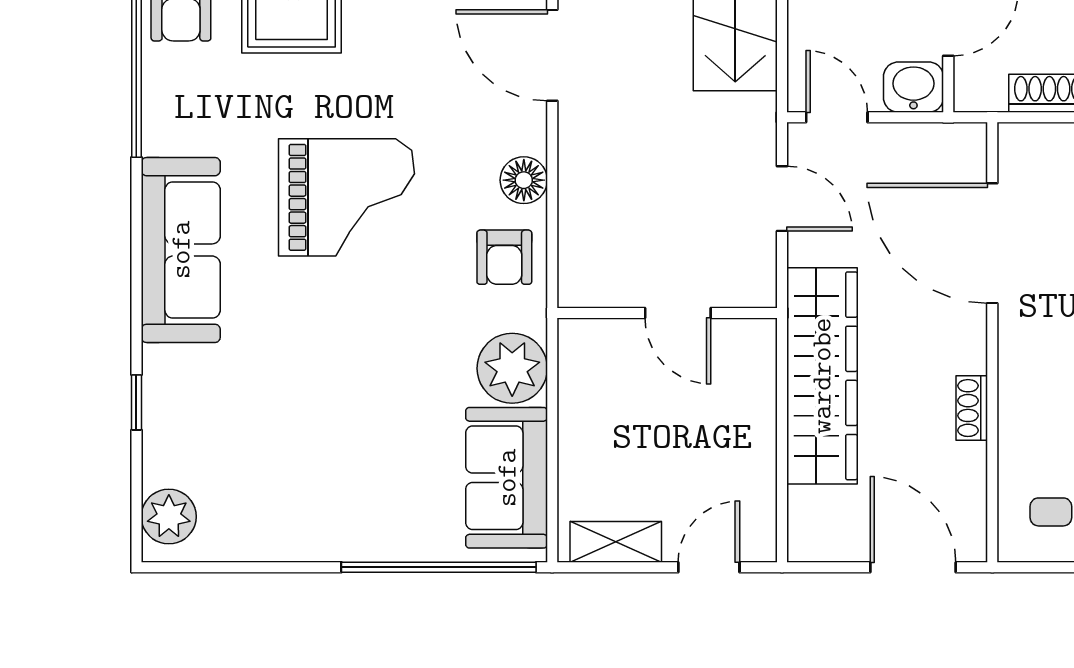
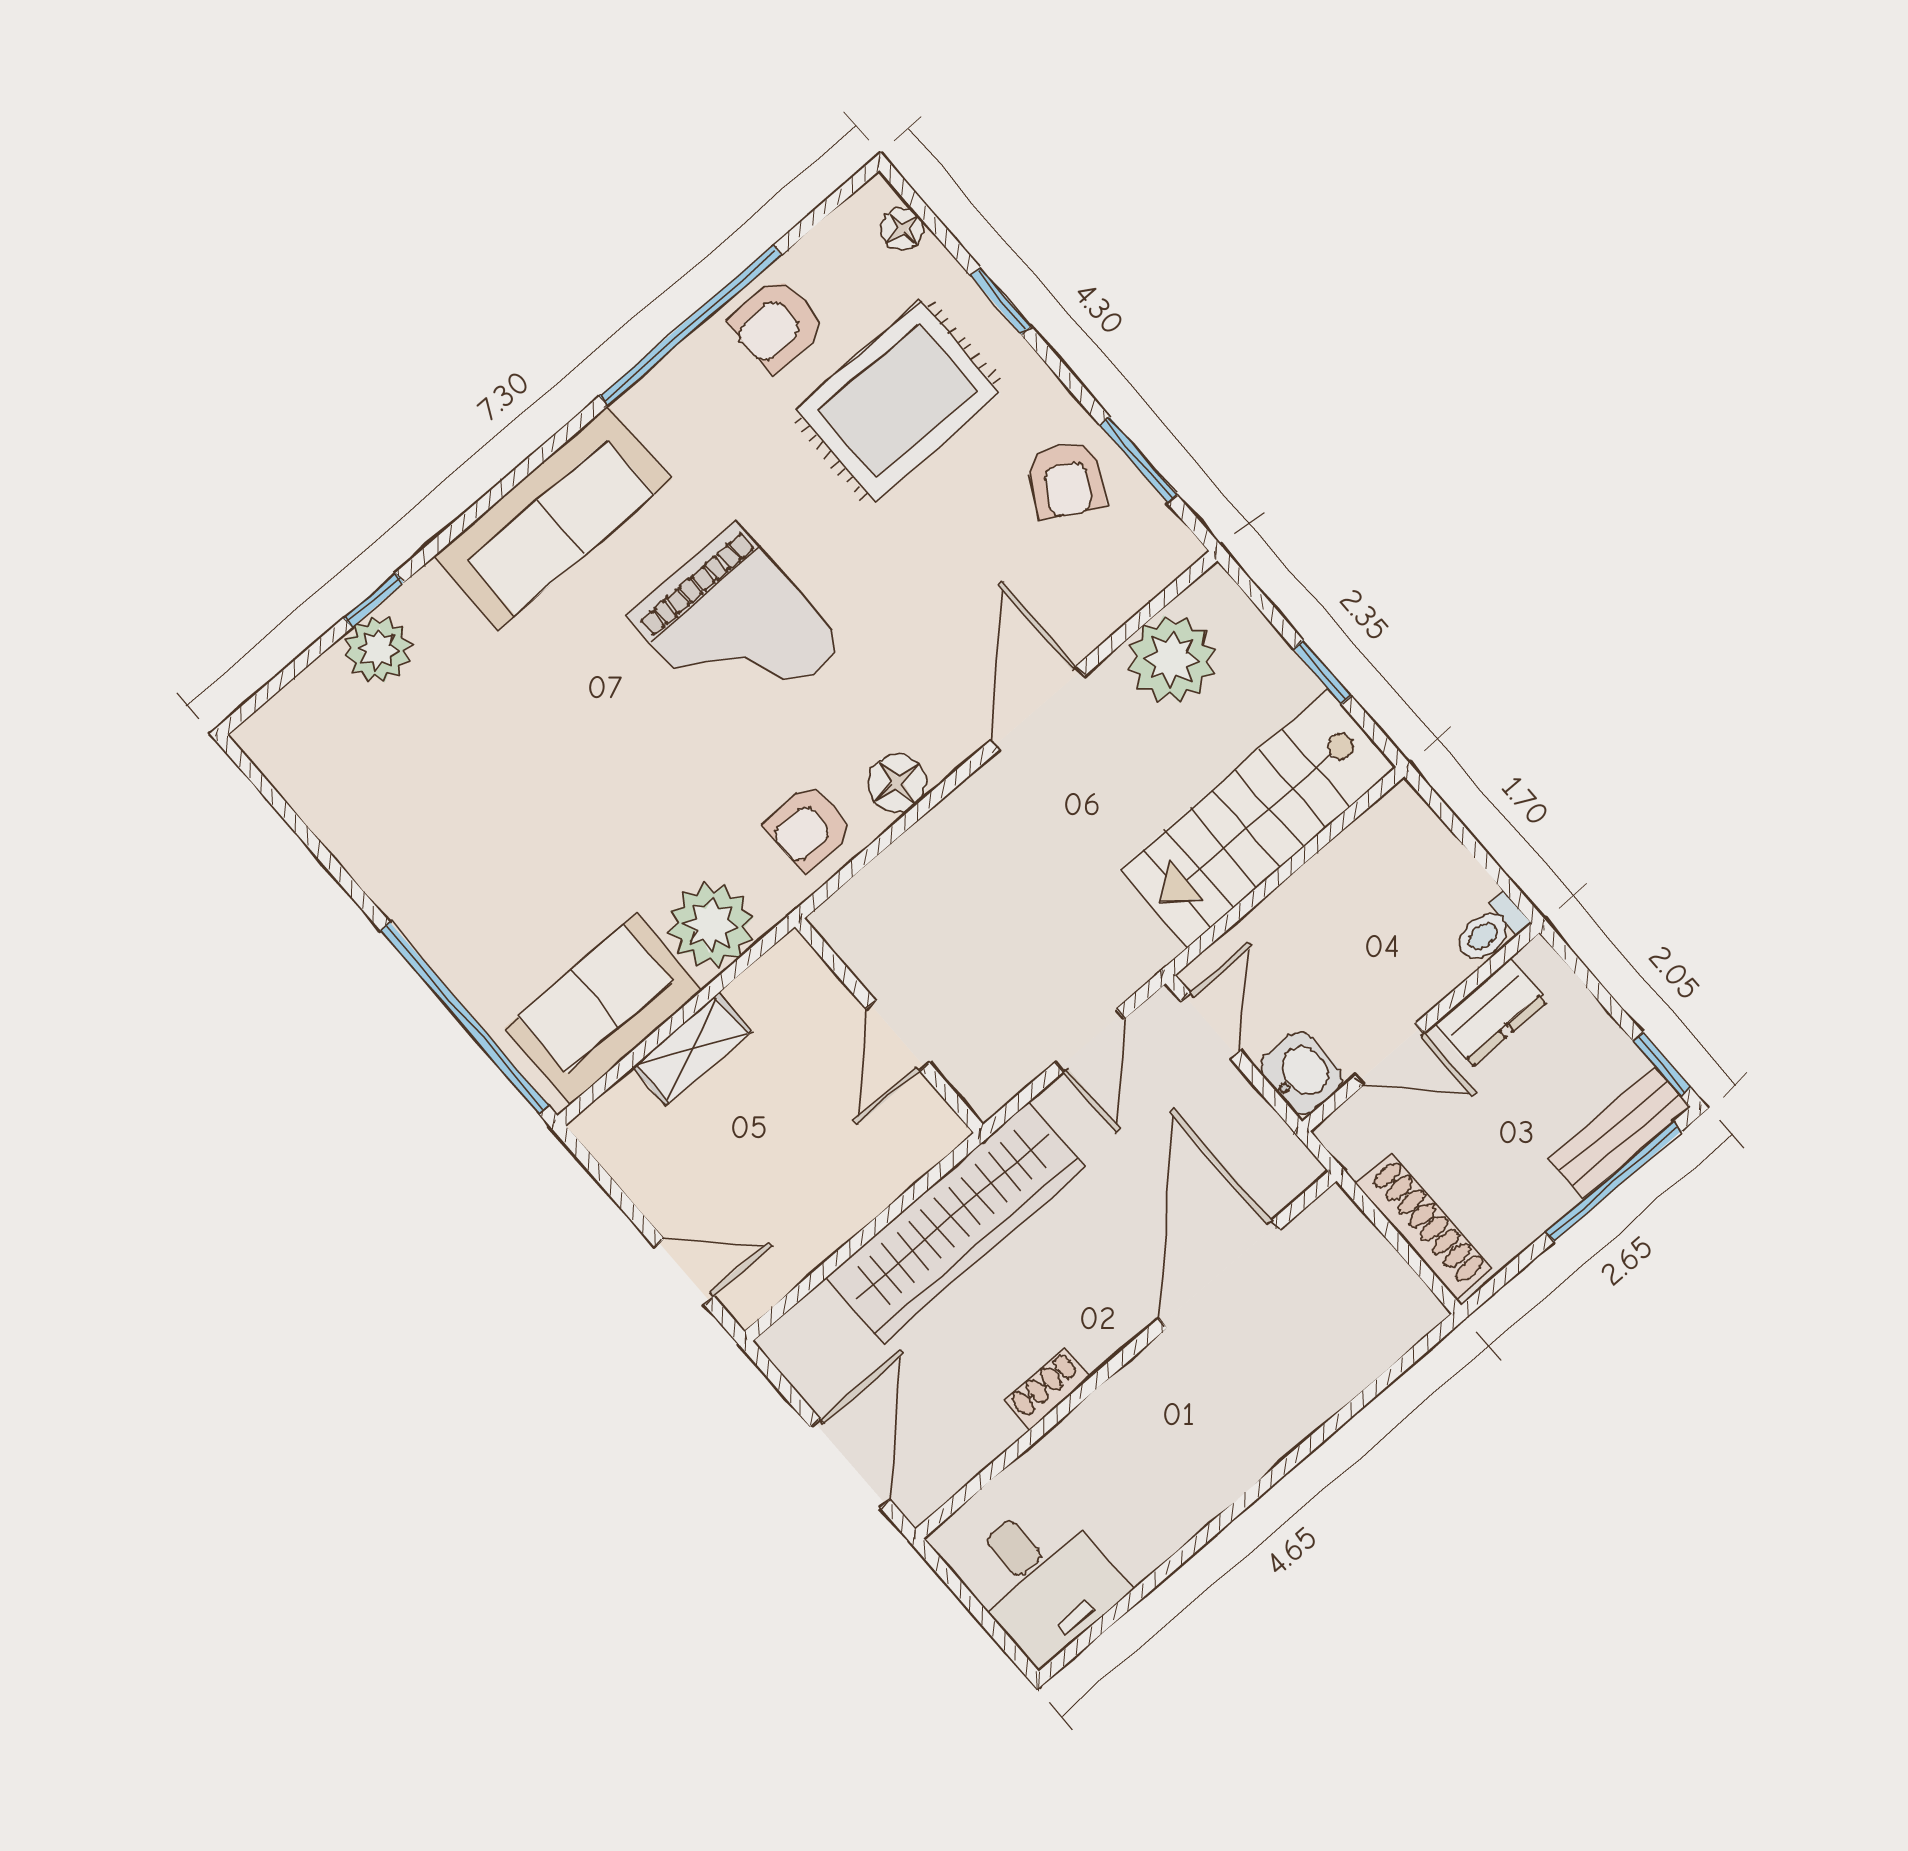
plant: (169, 517) -> (378, 649), moved
shelving: (616, 542) -> (692, 1049), moved, turned 90

